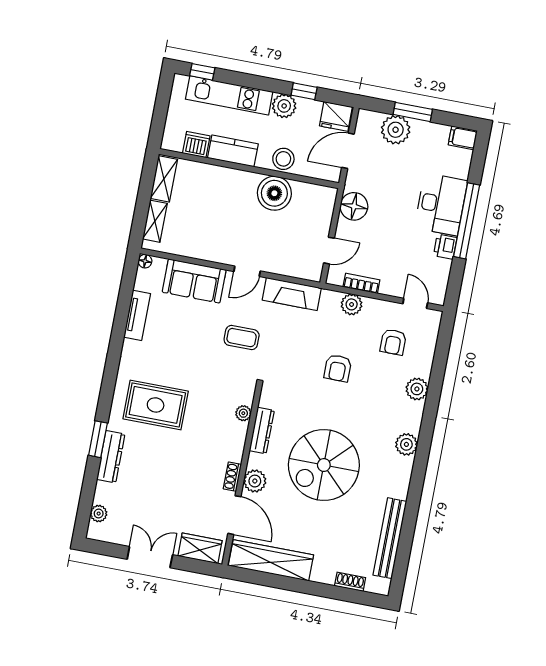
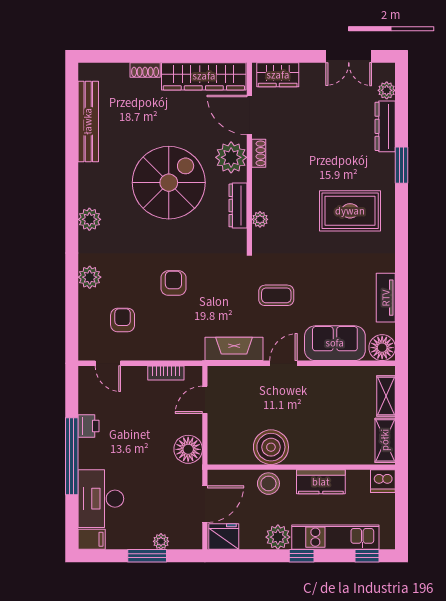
window: (304, 91) -> (302, 556), moved
plant: (396, 130) -> (161, 541), width x0.53, depth x0.53
dishwasher: (196, 145) -> (383, 481), moved
desk: (441, 204) -> (101, 499), moved
floor lamp: (145, 261) -> (382, 348), width x1.89, depth x1.89
plant: (352, 304) -> (172, 350), removed
dresser: (111, 457) -> (385, 126), moved
plant: (255, 481) -> (231, 157), width x1.36, depth x1.36
double door: (150, 557) -> (349, 56), moved
shoe rack: (350, 582) -> (145, 70), moved

